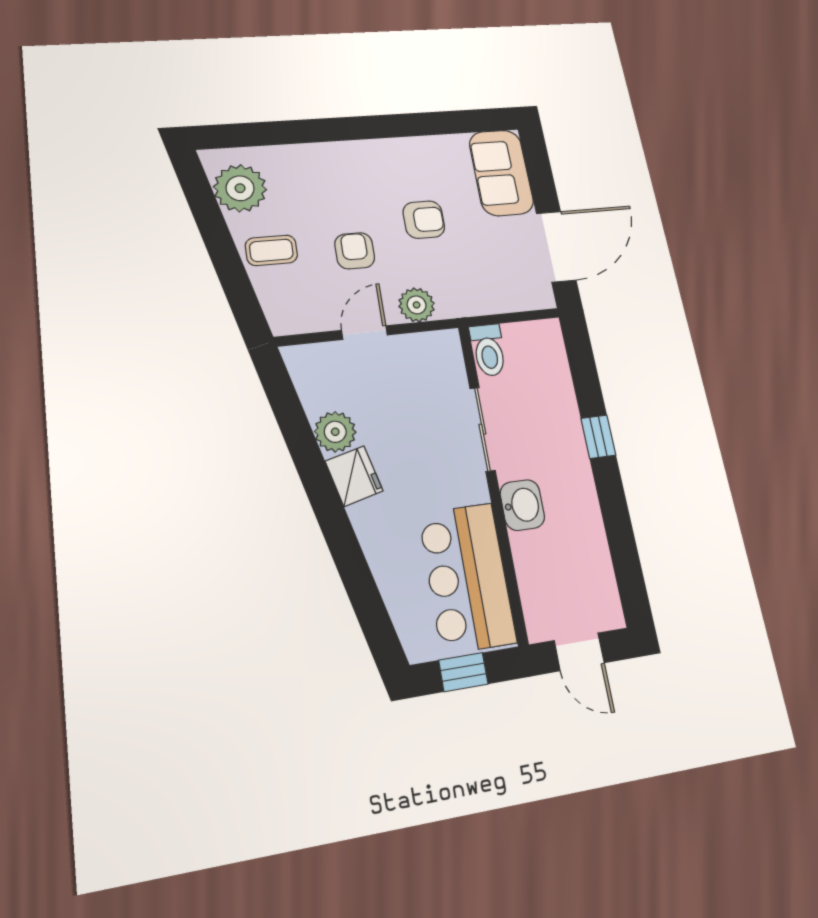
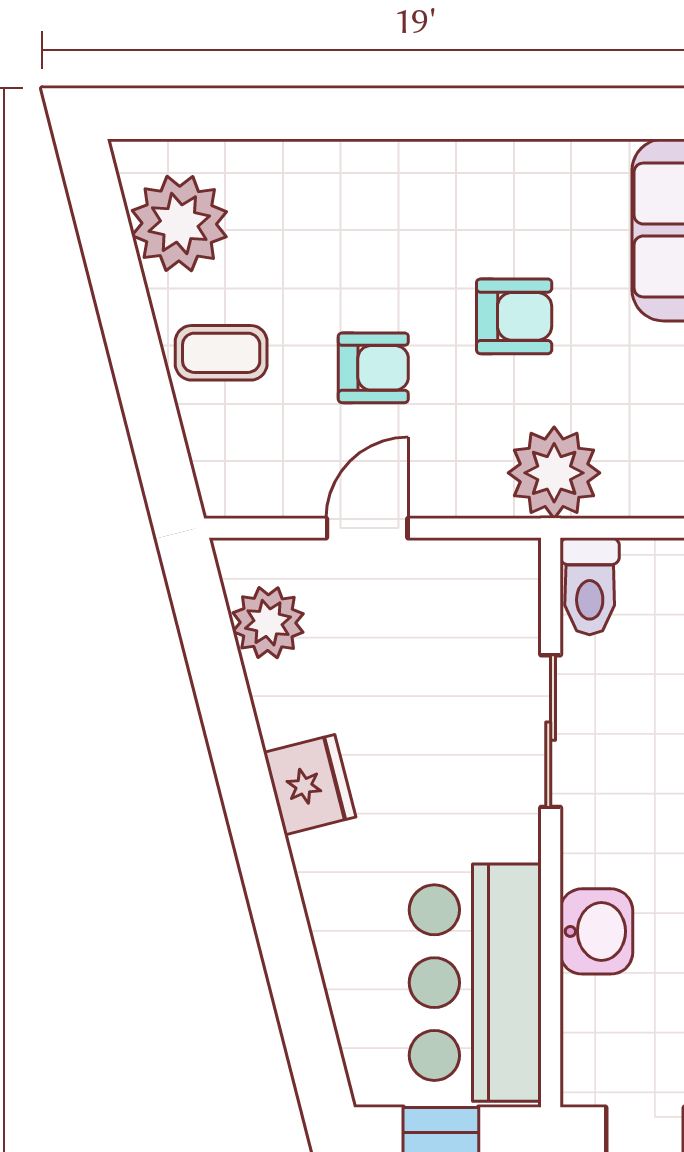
armchair: (355, 251) -> (373, 368), turned 90
plant: (417, 305) -> (554, 473), moved, width x1.36, depth x1.36
plant: (335, 432) -> (268, 623), moved
washbasin: (522, 505) -> (596, 931), moved

